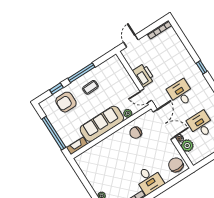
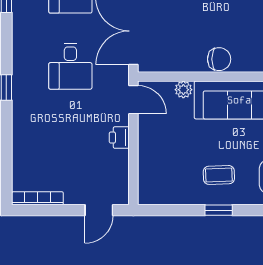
window: (81, 73) -> (219, 210), width x0.46
printer: (144, 75) -> (119, 138), width x0.53, depth x0.68
chair: (136, 133) -> (219, 59), moved

